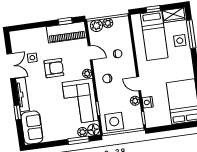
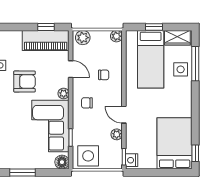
plant: (108, 23) -> (116, 36), moved
nightstand: (148, 102) -> (132, 160), moved
plant: (82, 132) -> (48, 163), removed
window: (79, 140) -> (23, 172), moved

